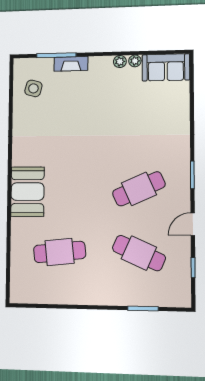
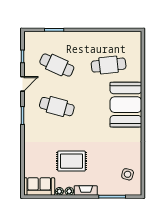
fireplace: (71, 64) -> (86, 191), moved
rug: (117, 106) -> (71, 161), added
cafe table: (139, 189) -> (57, 107), turned 39
booth: (27, 192) -> (126, 105), width x1.36, depth x1.42

